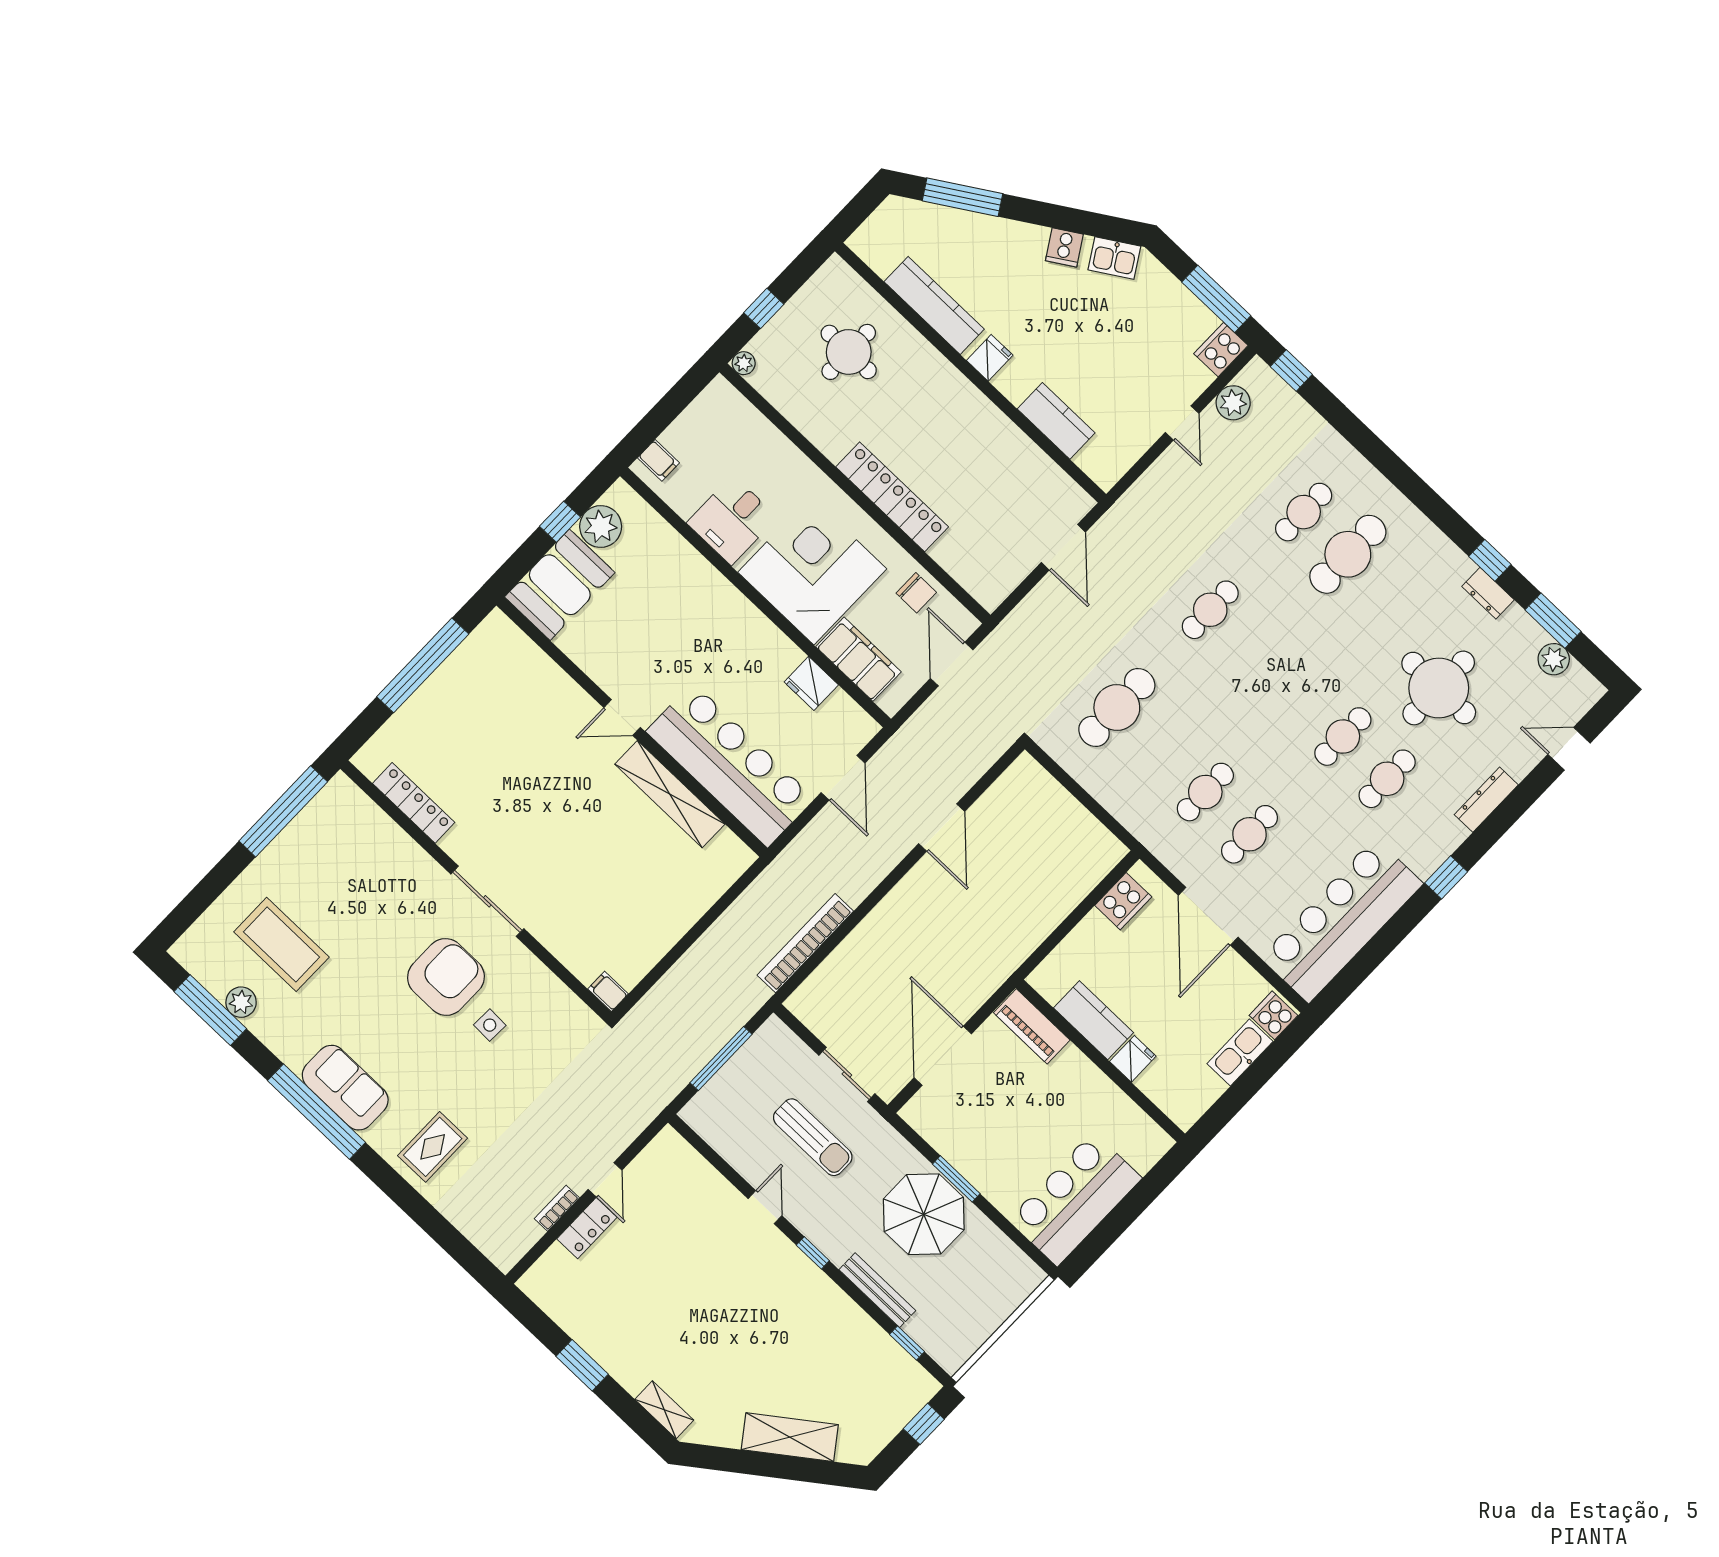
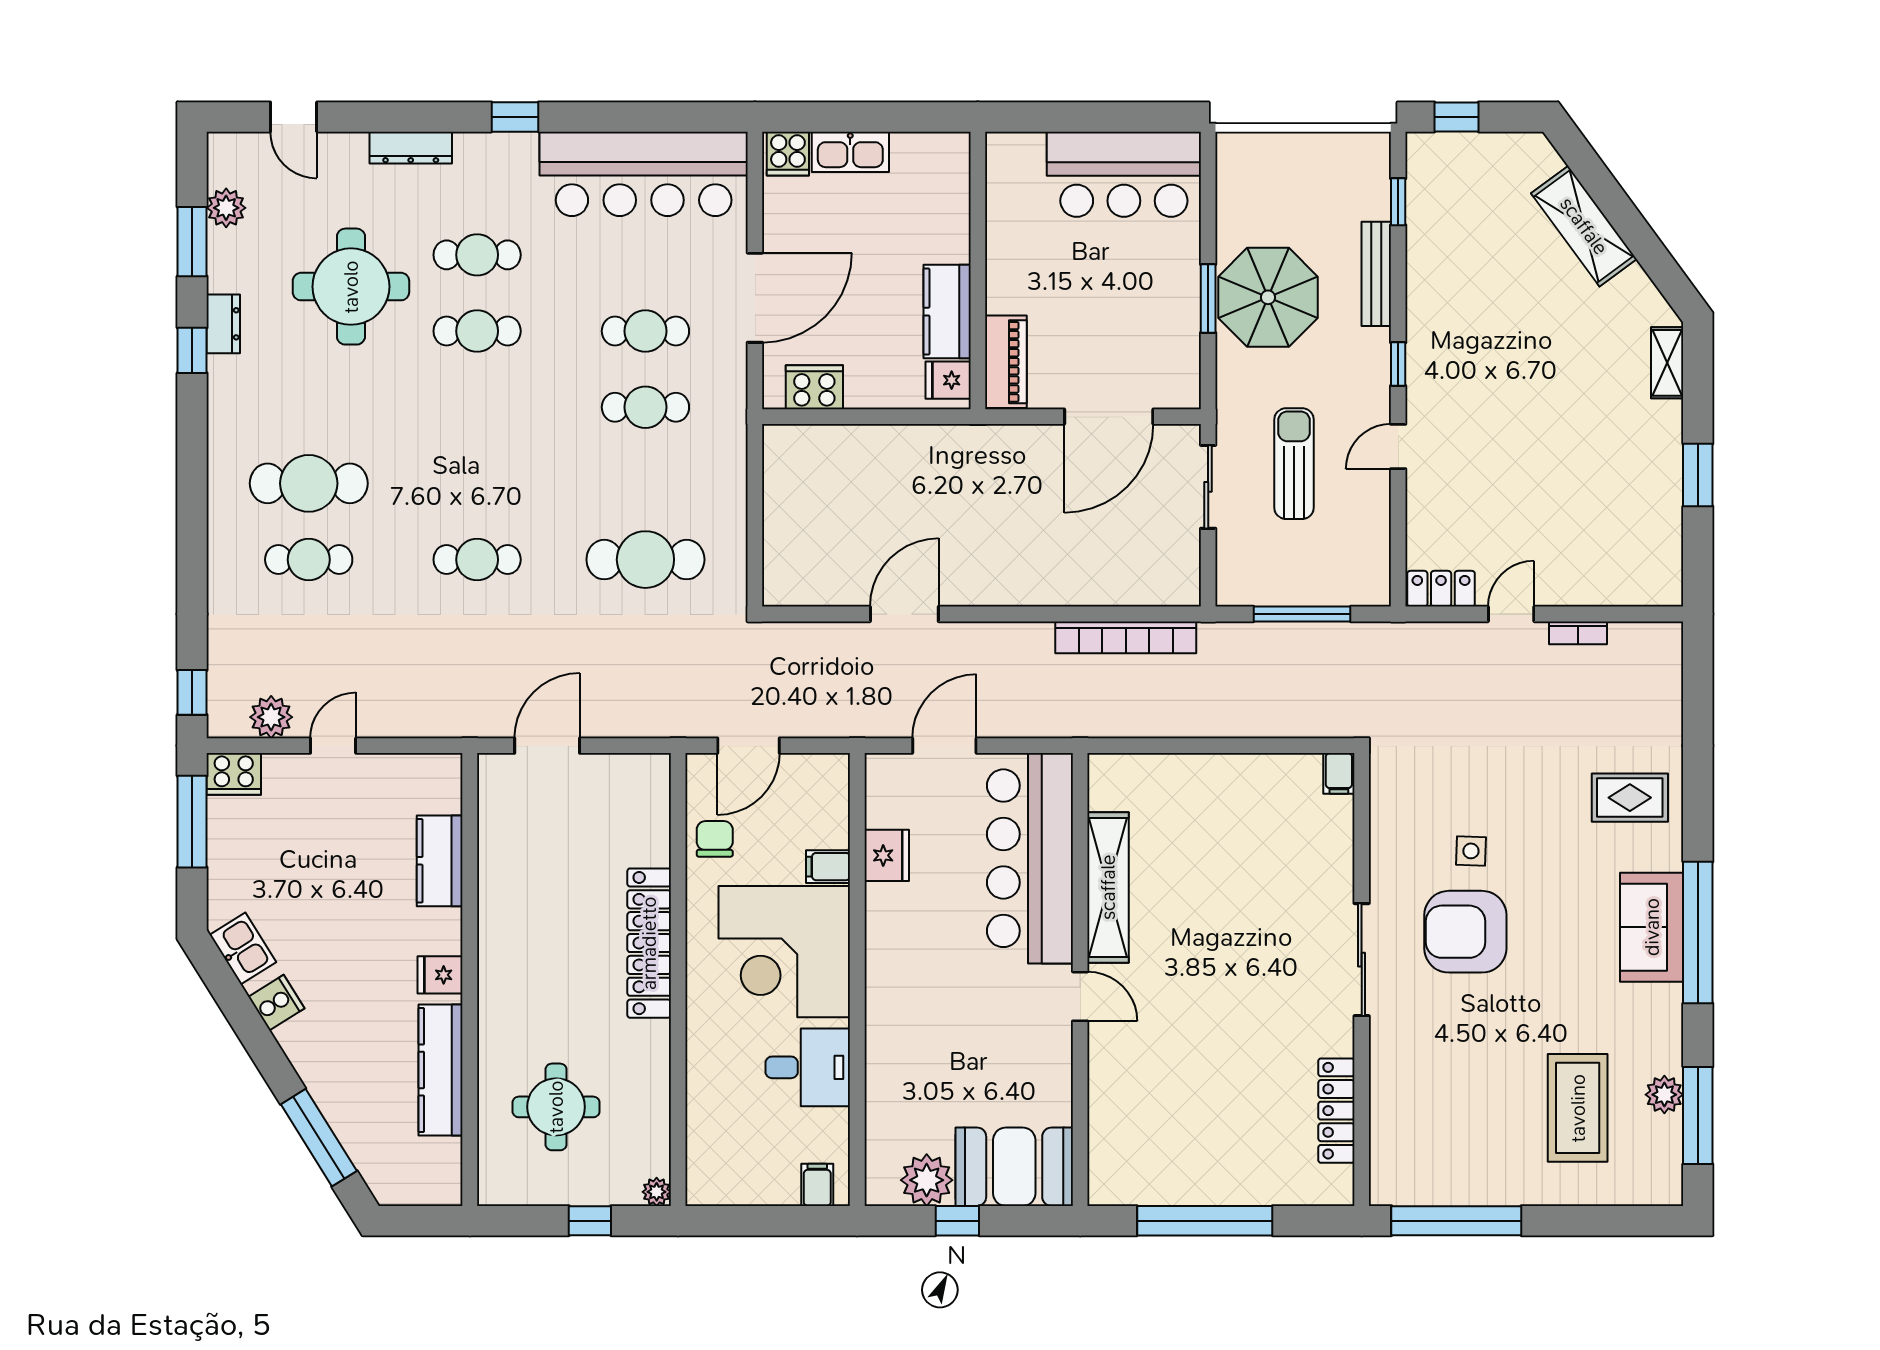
filing cabinet: (858, 659) -> (828, 867), width x0.33, depth x0.86
fridge: (1133, 1059) -> (948, 380), moved
locker: (587, 1228) -> (1441, 589), moved

